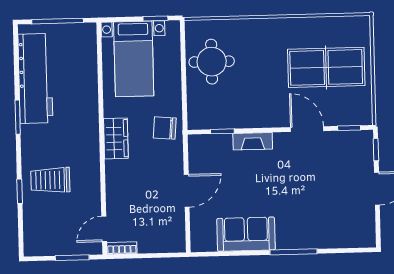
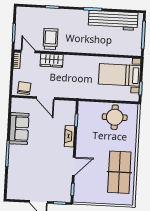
table tennis table: (326, 67) -> (119, 172), moved
chair: (165, 128) -> (24, 88), moved
wardrobe: (116, 138) -> (52, 60), moved
trolley: (50, 180) -> (50, 39), moved

